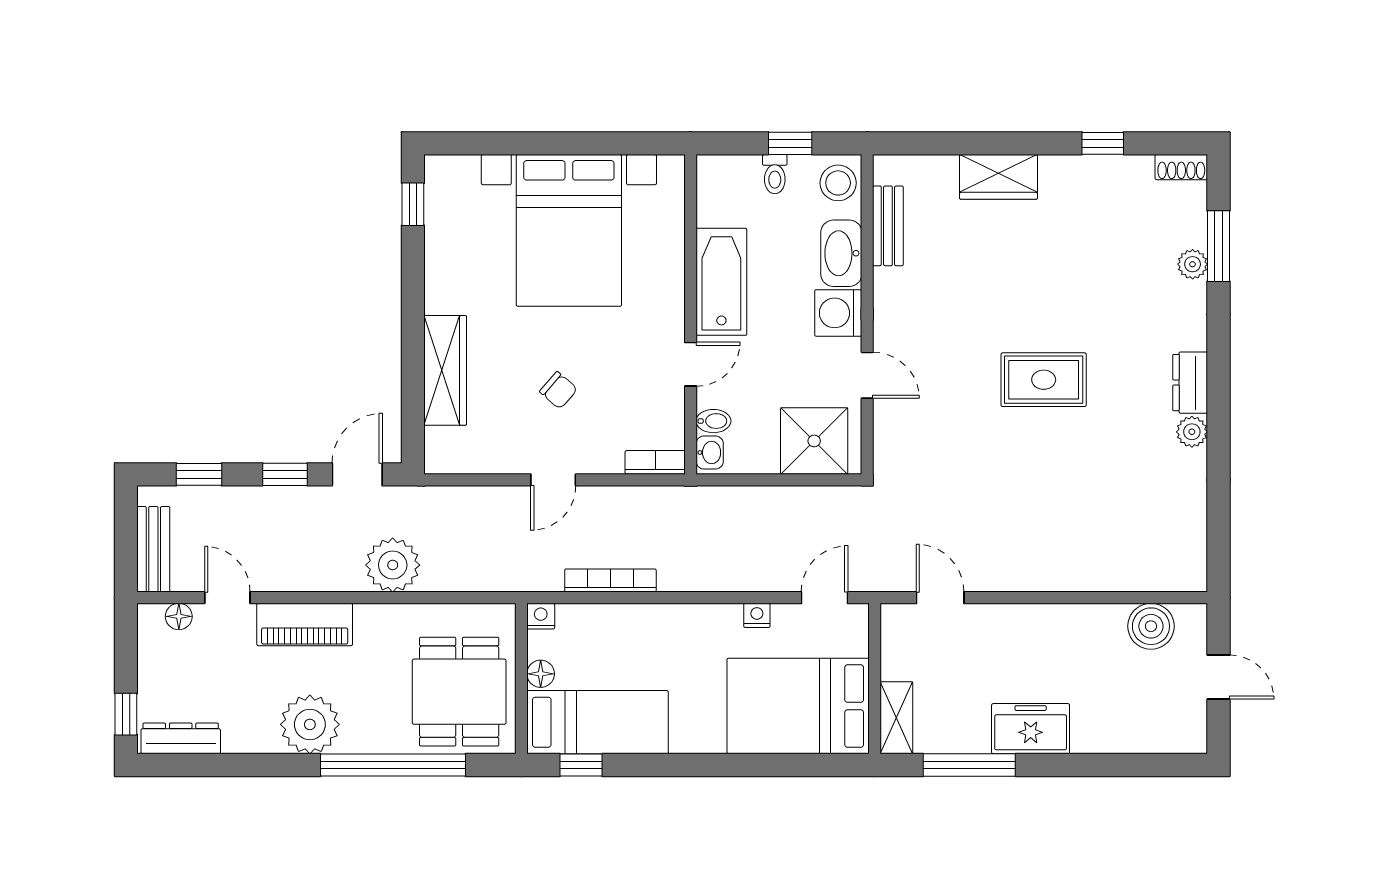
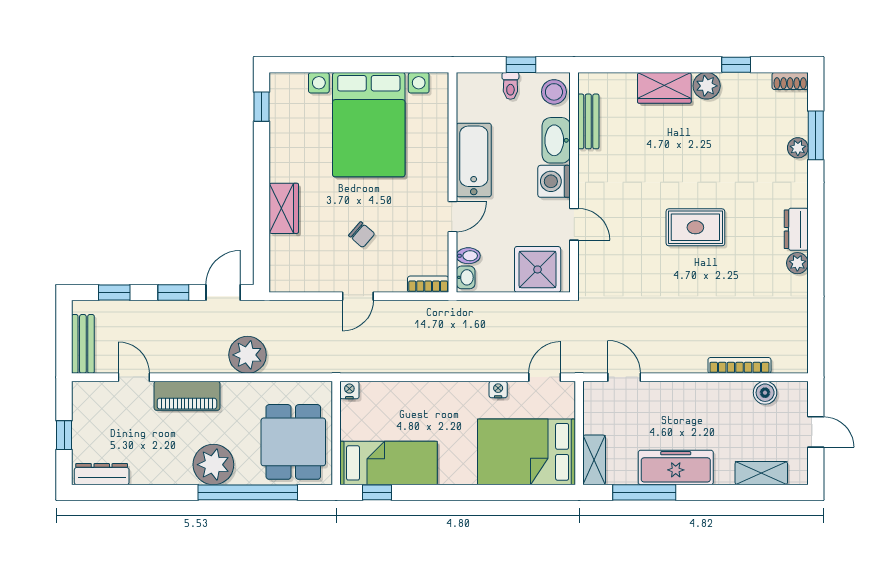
plant: (1060, 174) -> (707, 86), added
wardrobe: (445, 370) -> (284, 208), width x0.67
bookcase: (610, 580) -> (739, 365), moved
floor lamp: (179, 616) -> (100, 390), removed
boiler: (1151, 626) -> (765, 393), width x0.73, depth x0.73
floor lamp: (541, 674) -> (349, 430), removed
window: (126, 714) -> (64, 435), moved
plant: (310, 724) -> (213, 465), moved
freezer: (1031, 729) -> (676, 467), width x1.40
shelving: (1139, 737) -> (761, 473), added

